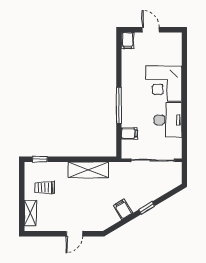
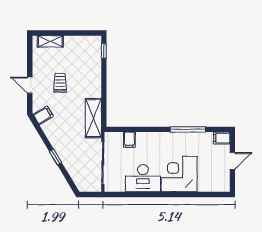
window: (119, 106) -> (188, 129), moved
shelving: (88, 170) -> (93, 118), moved
trolley: (45, 188) -> (60, 83), moved
filing cabinet: (123, 209) -> (43, 115), moved

